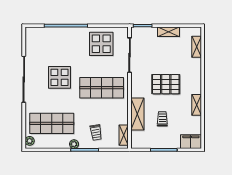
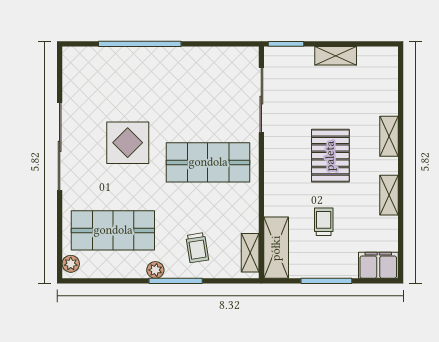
display table: (101, 44) -> (207, 79), removed
shelving: (197, 47) -> (389, 136), moved
pallet: (166, 84) -> (330, 156), turned 90
shelving: (137, 114) -> (276, 248), moved

